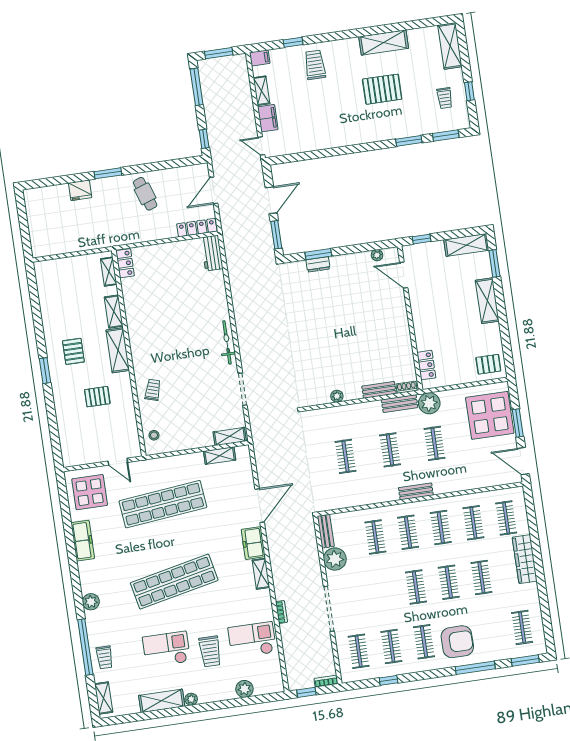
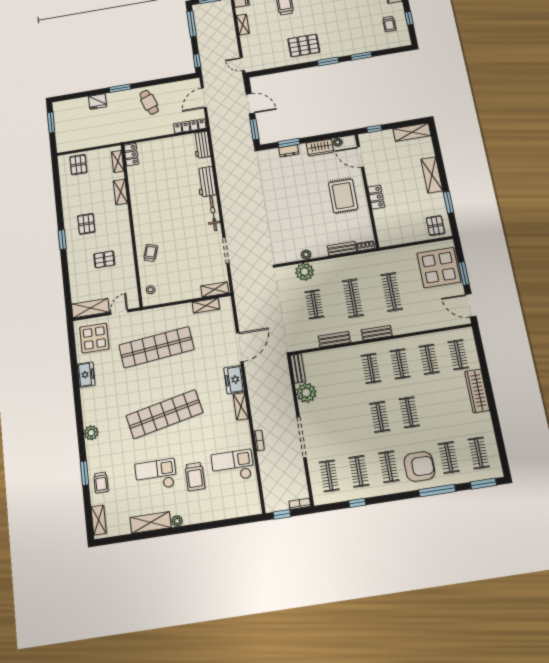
pallet: (382, 89) -> (304, 45), moved
filing cabinet: (268, 118) -> (248, 44), removed
window: (446, 135) -> (328, 62), moved
door: (271, 200) -> (250, 104), hinge flipped
window: (23, 217) -> (51, 123), added
wardrobe: (356, 261) -> (320, 148), added
window: (494, 263) -> (449, 202), moved
pallet: (60, 274) -> (78, 165), added
workbench: (218, 301) -> (206, 182), added
rug: (382, 324) -> (343, 196), added
shelving: (118, 350) -> (90, 308), moved, turned 90
pallet: (488, 364) -> (435, 226), turned 90
locker: (426, 365) -> (376, 197), moved
plant: (429, 403) -> (305, 272), moved
bench: (400, 404) -> (334, 339), moved
clothes rail: (434, 443) -> (391, 292), width x1.36
clothes rail: (390, 450) -> (353, 298), width x1.36
door: (118, 462) -> (119, 312), swing flipped
clothes rail: (375, 537) -> (342, 373), removed
freezer: (83, 541) -> (86, 375), width x0.71
clothes rail: (481, 577) -> (449, 457), moved
window: (85, 647) -> (84, 473), width x0.47
plant: (244, 689) -> (225, 511), removed

